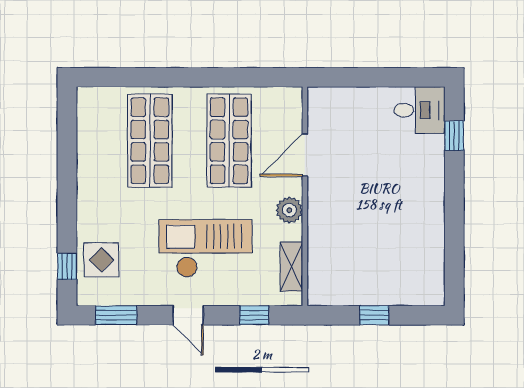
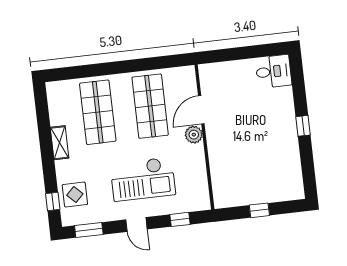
window: (454, 136) -> (303, 126), moved
plant: (289, 210) -> (194, 135), moved
checkout: (206, 248) -> (143, 179), turned 180
shelving: (291, 267) -> (60, 143), moved

